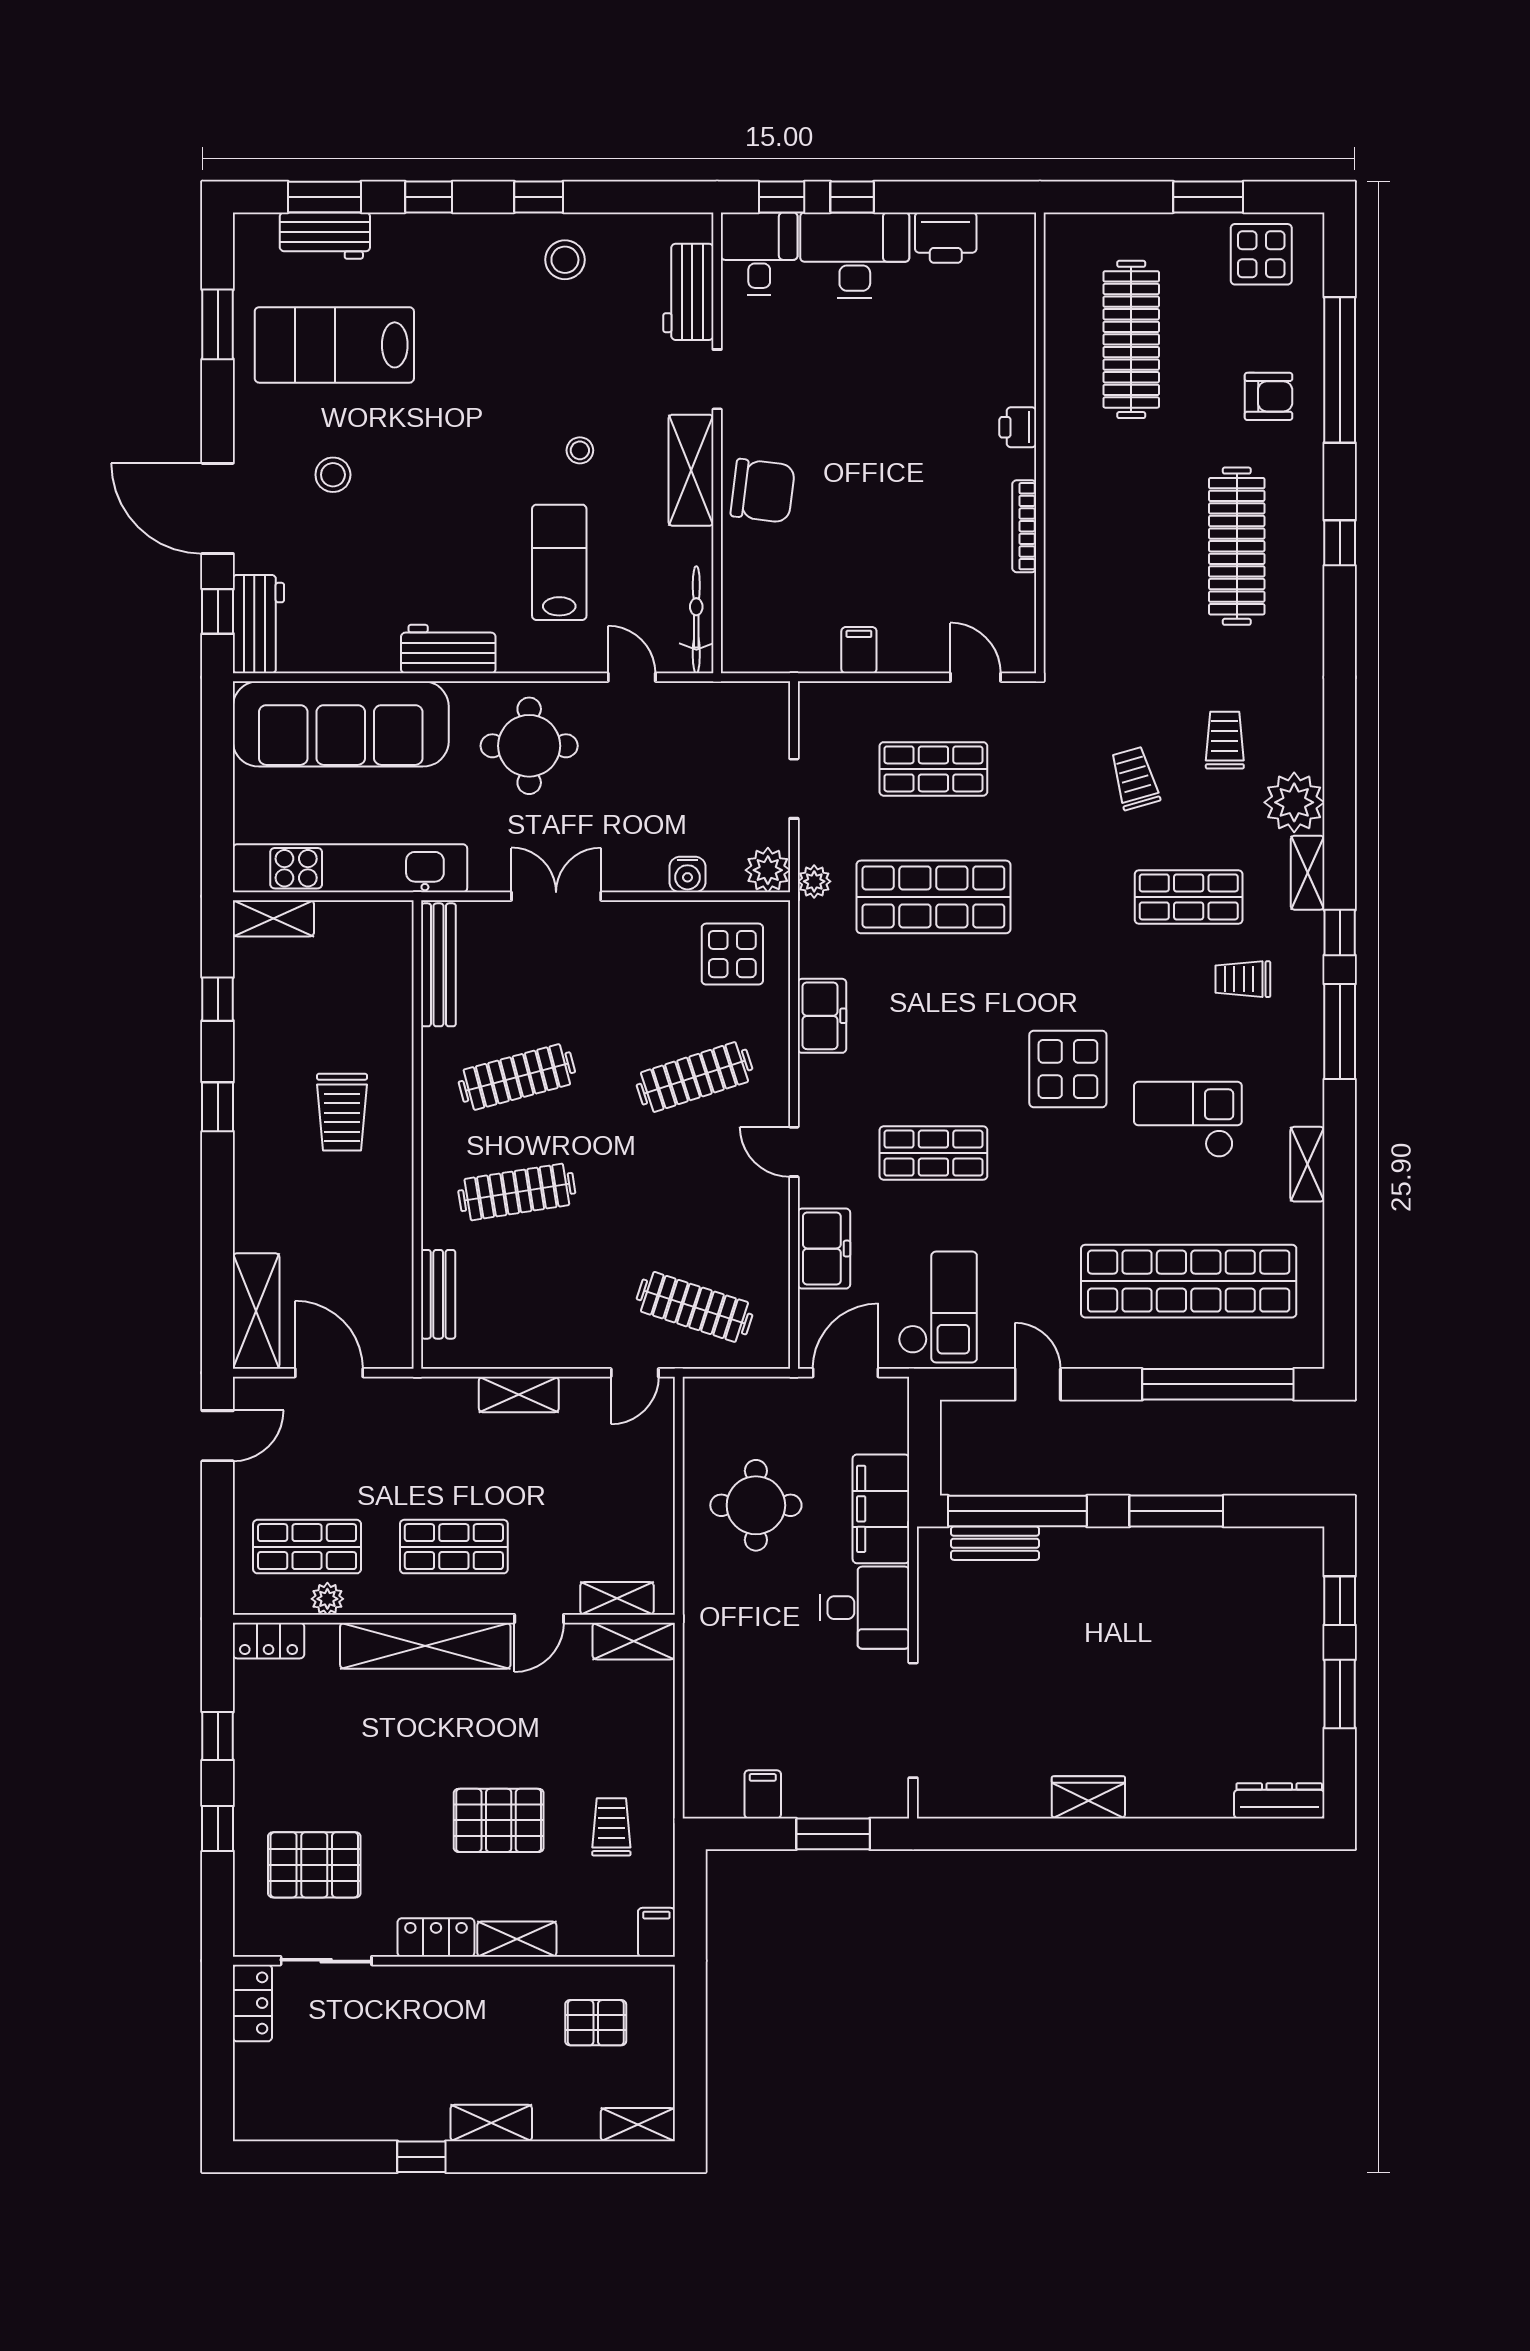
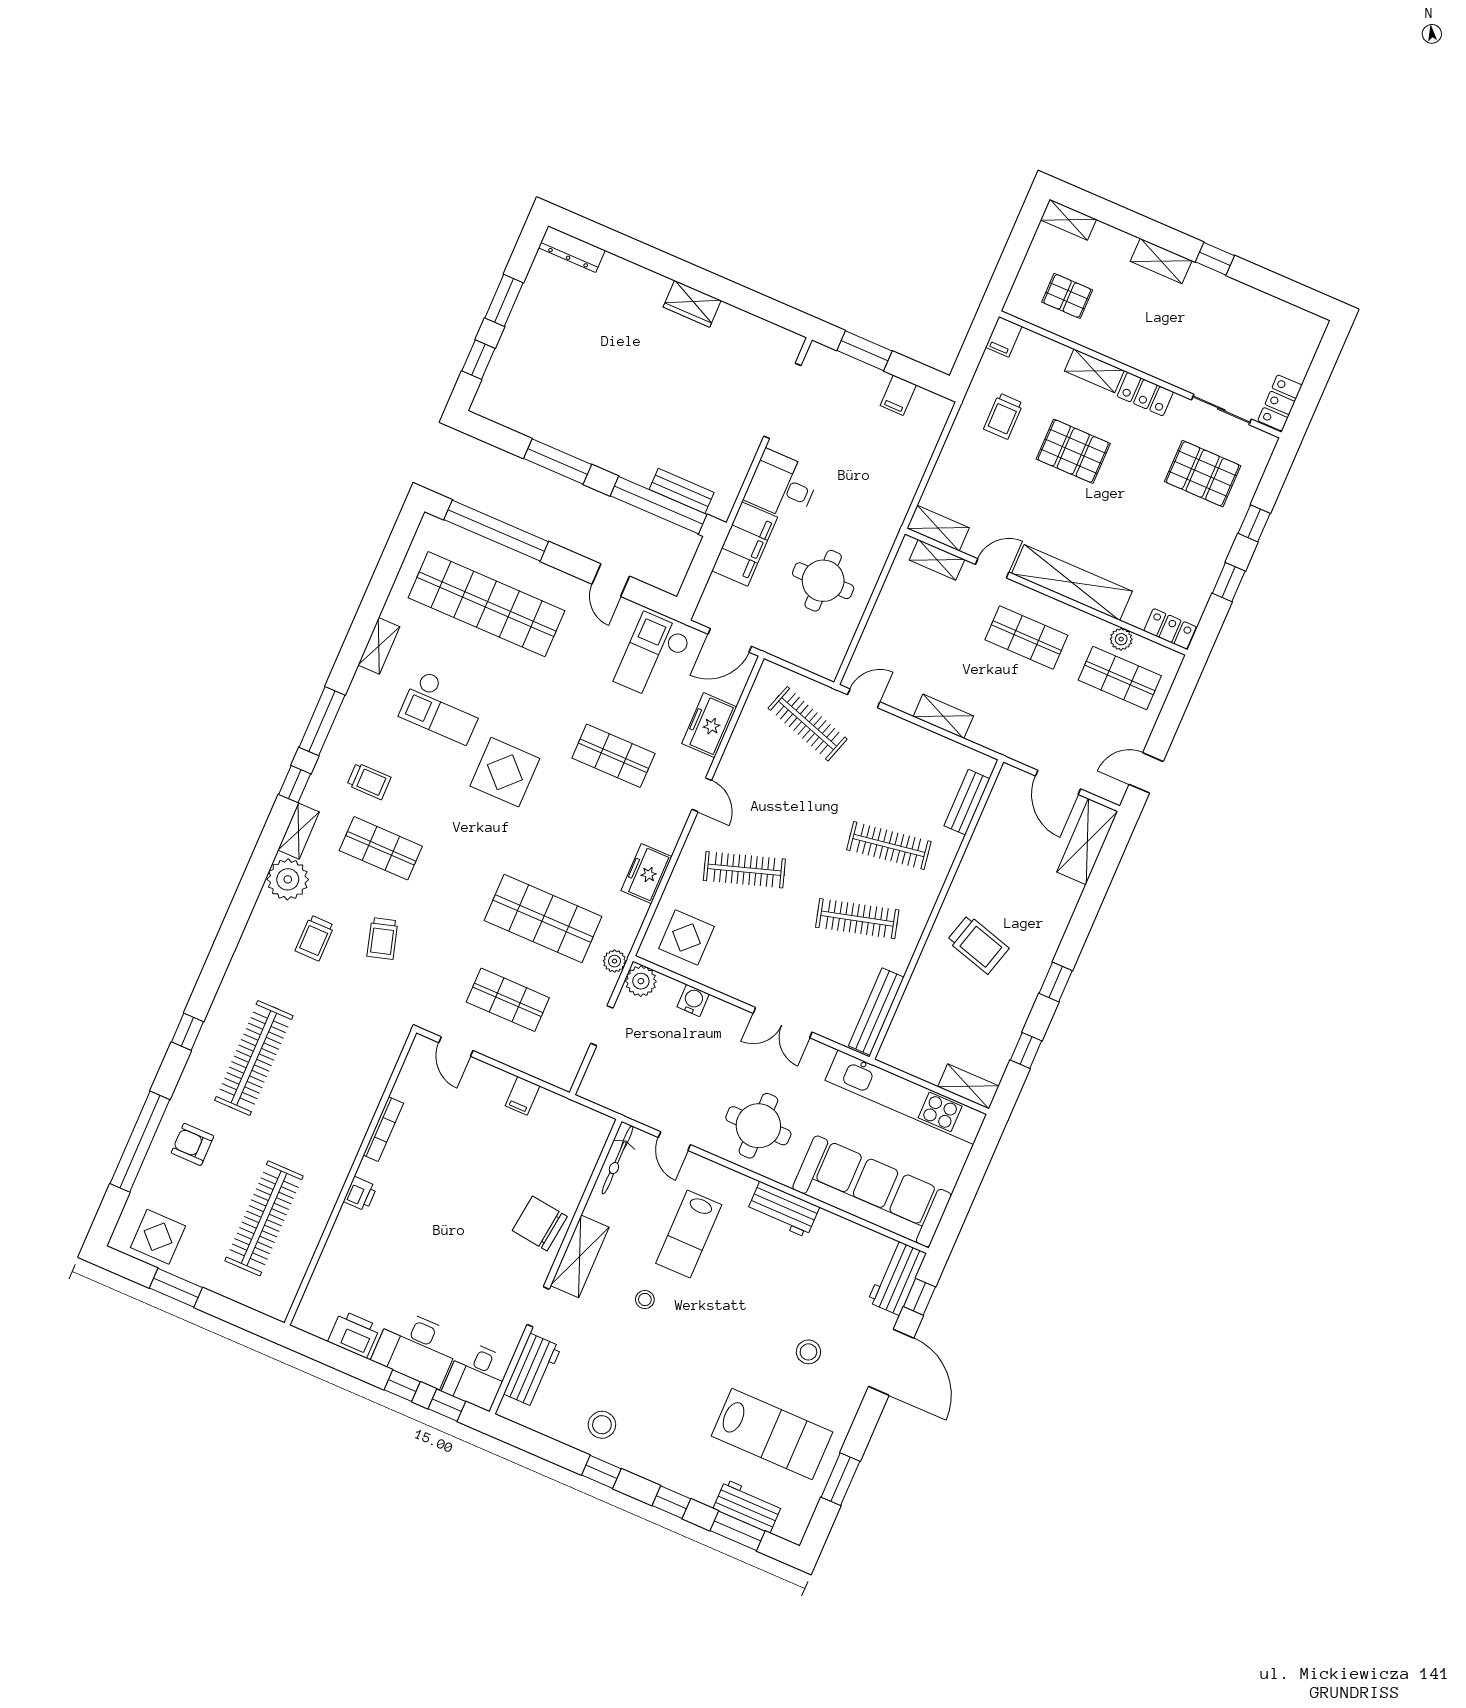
trolley: (342, 1112) -> (978, 944), turned 106

